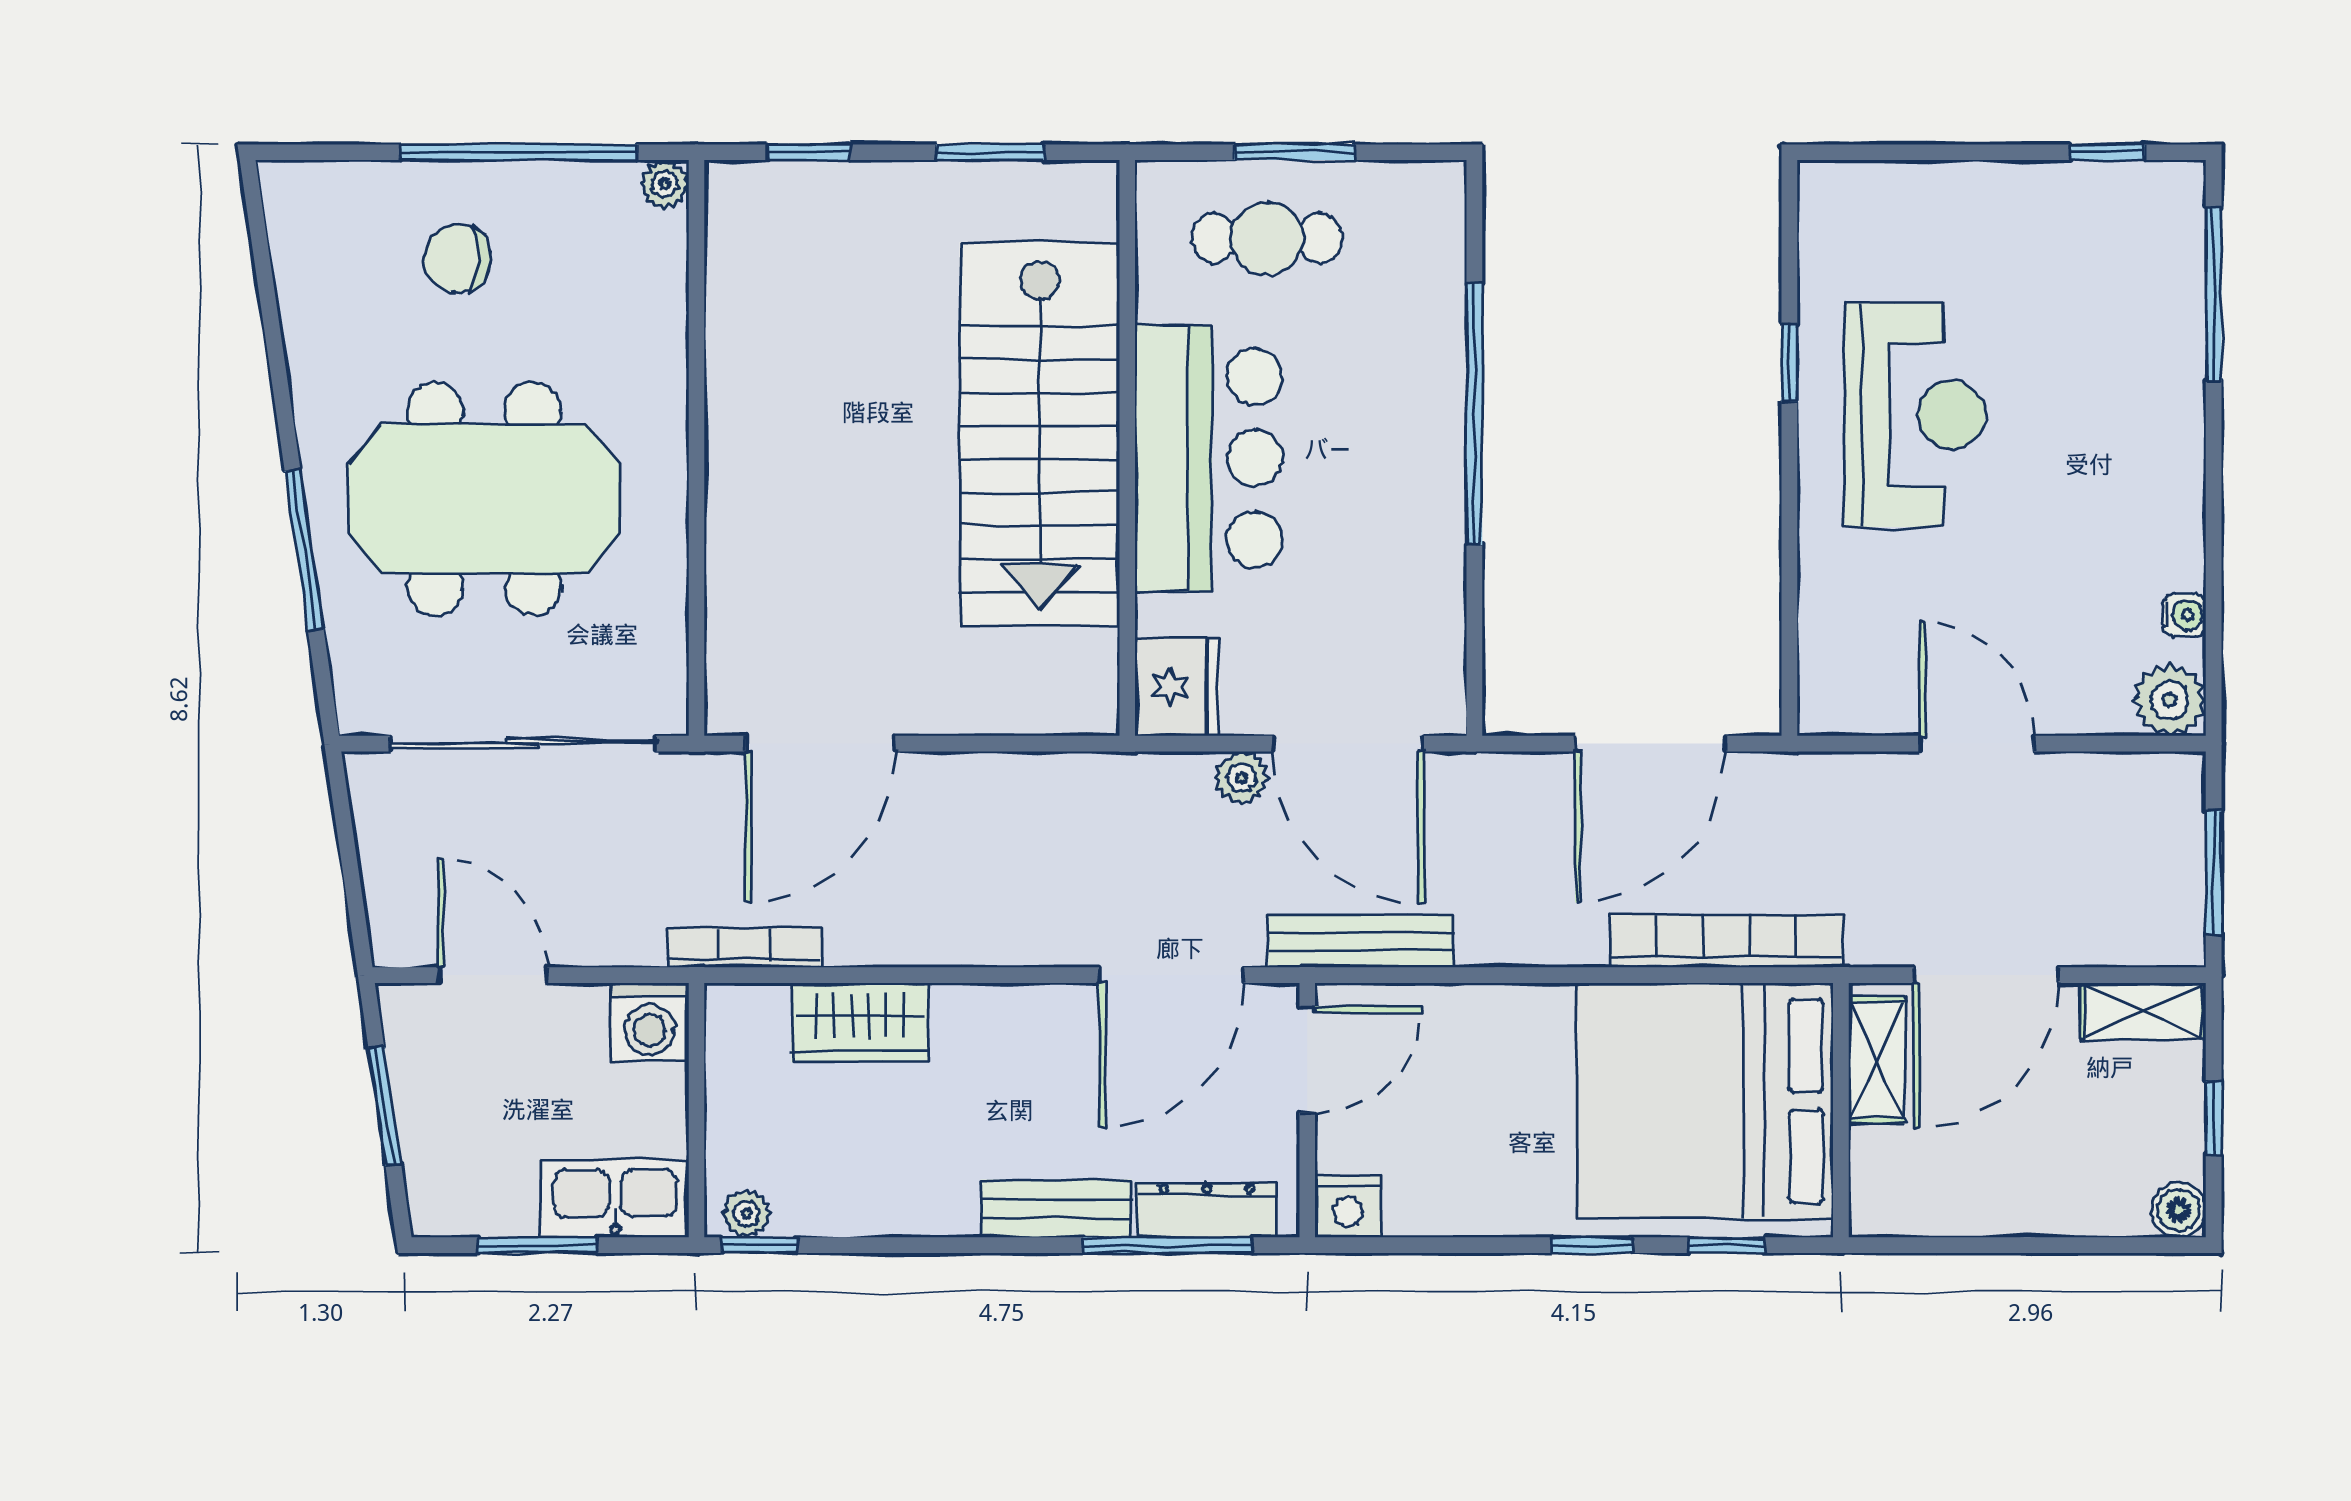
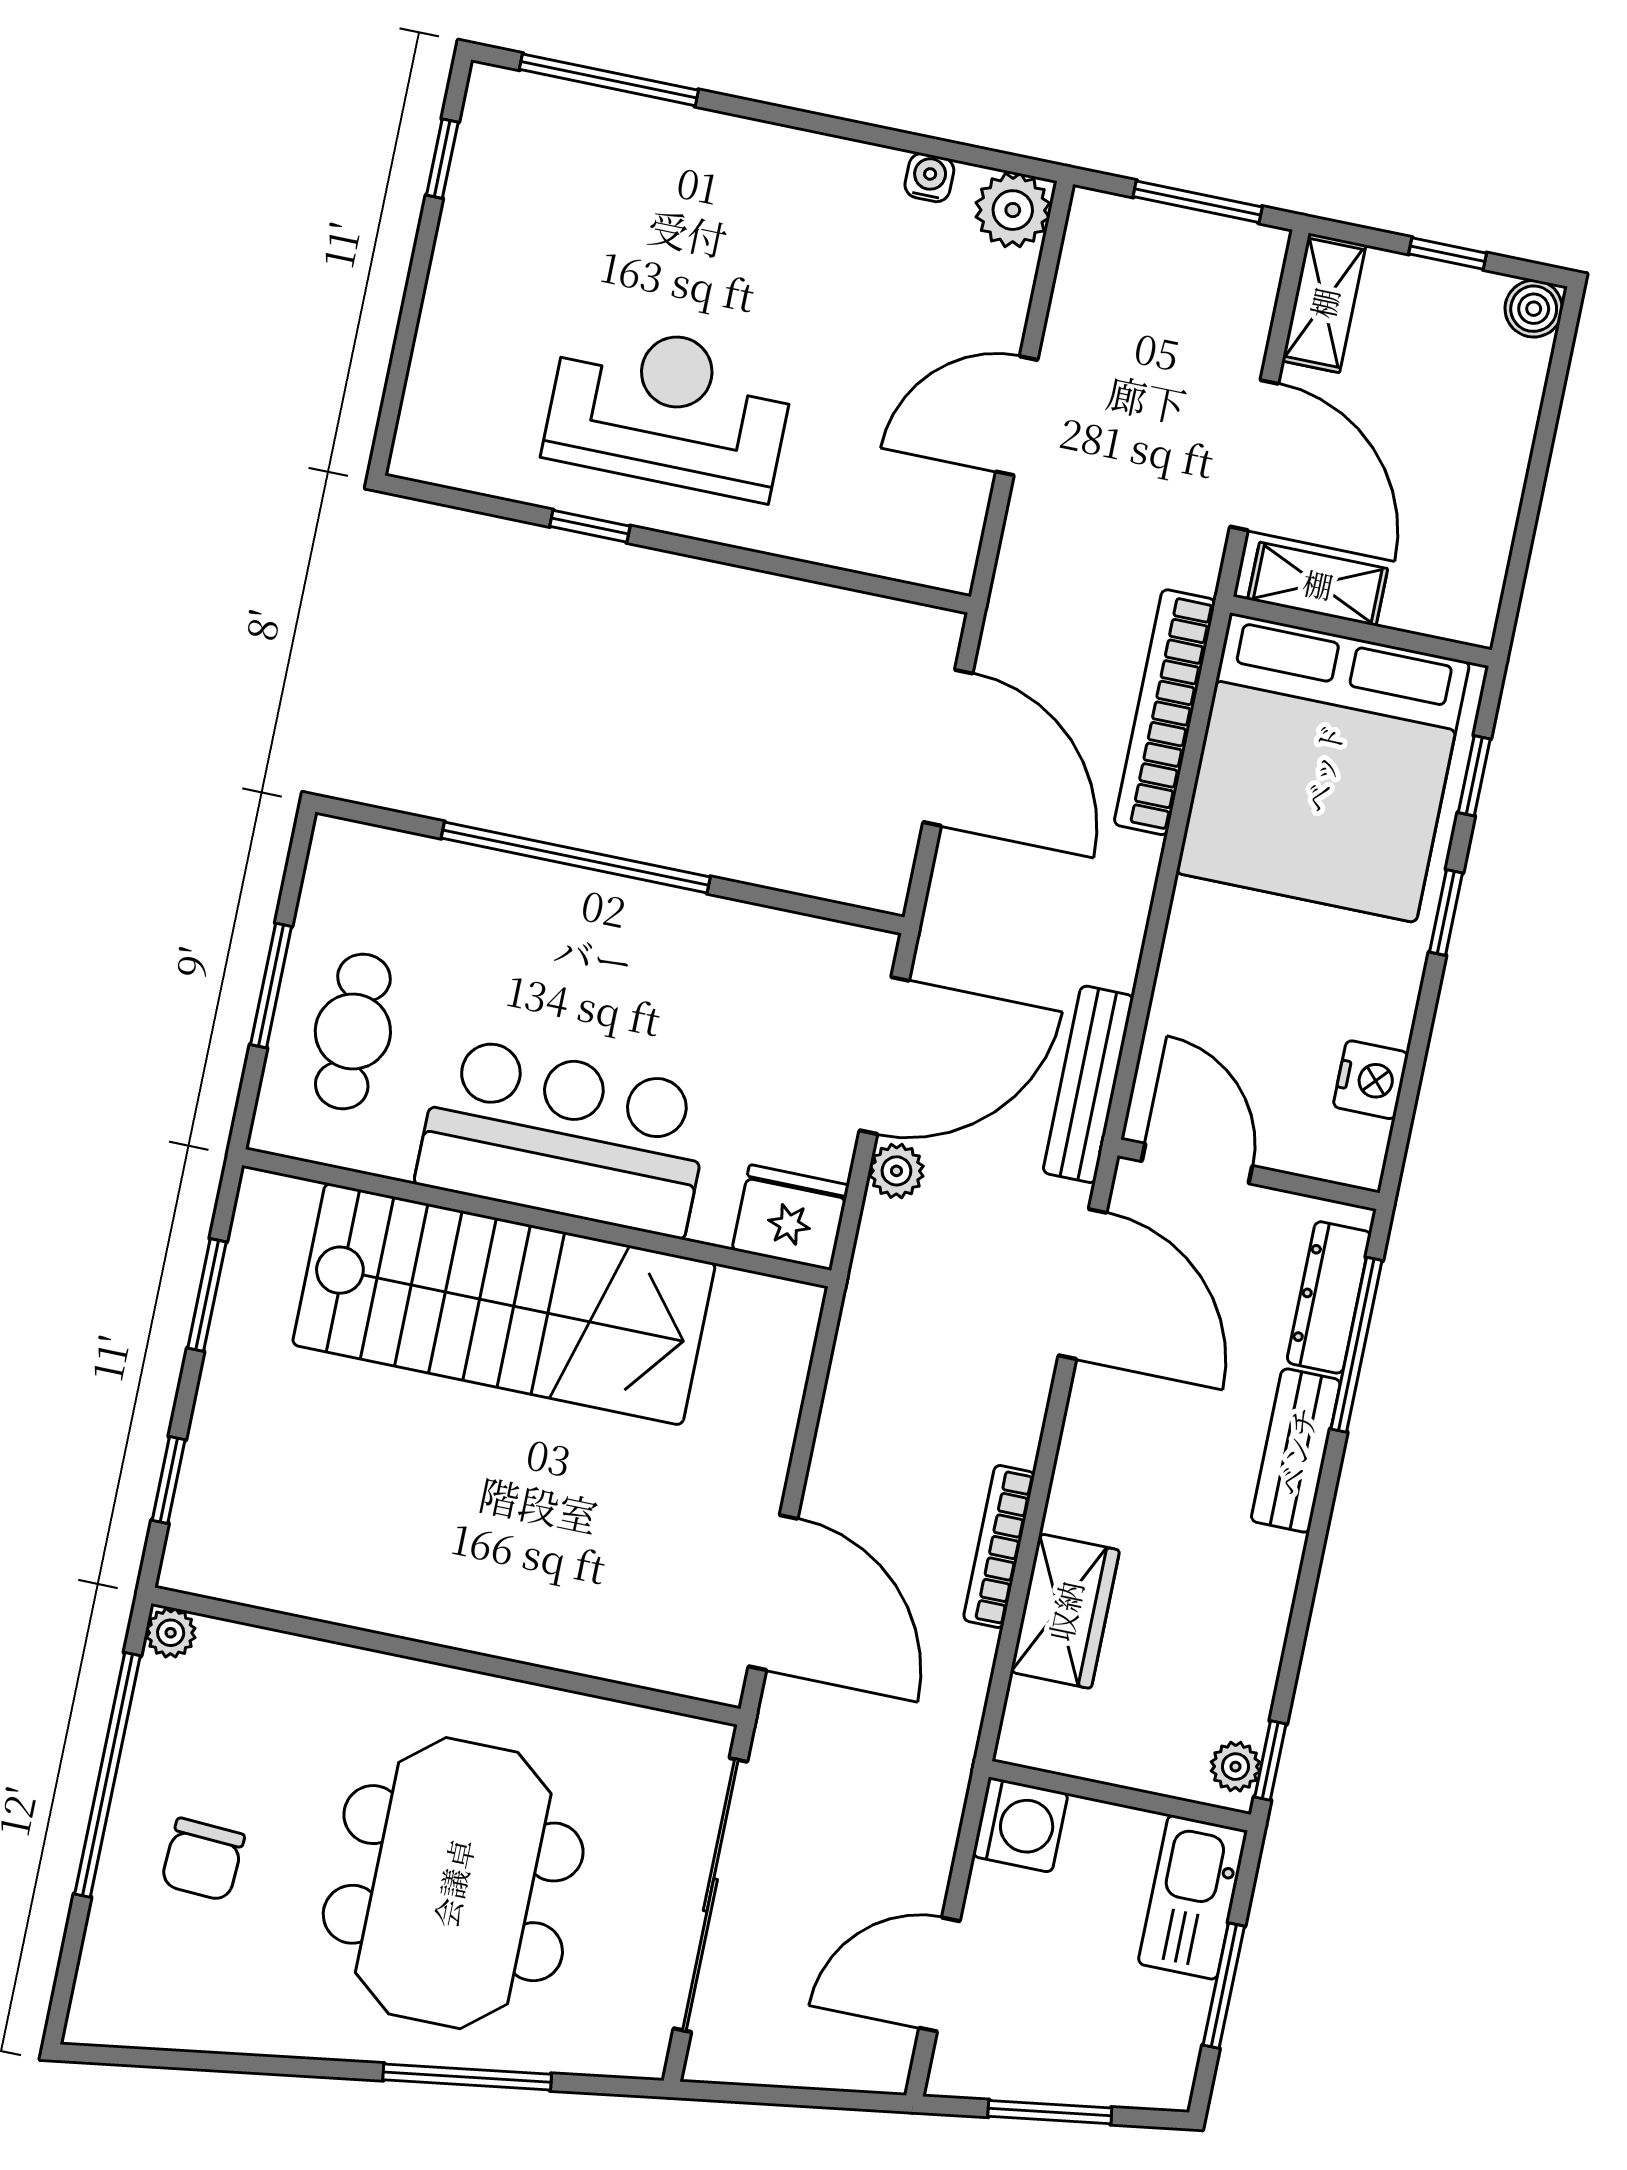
bookcase: (745, 948) -> (999, 1546), moved
nightstand: (1348, 1207) -> (1371, 1080), moved

